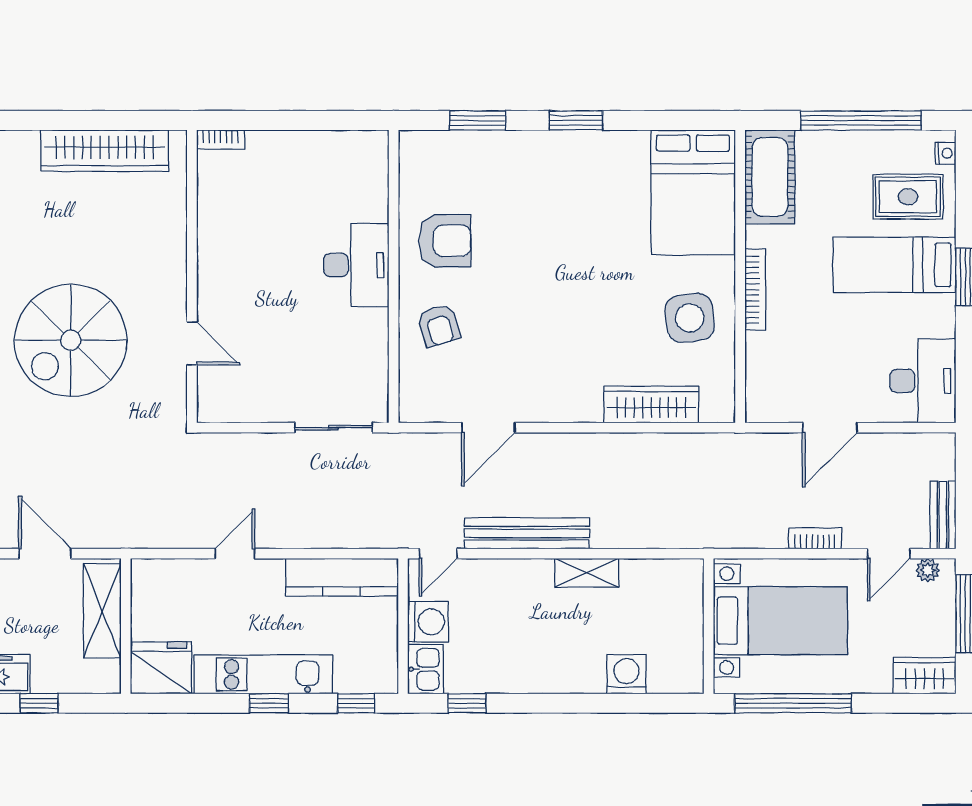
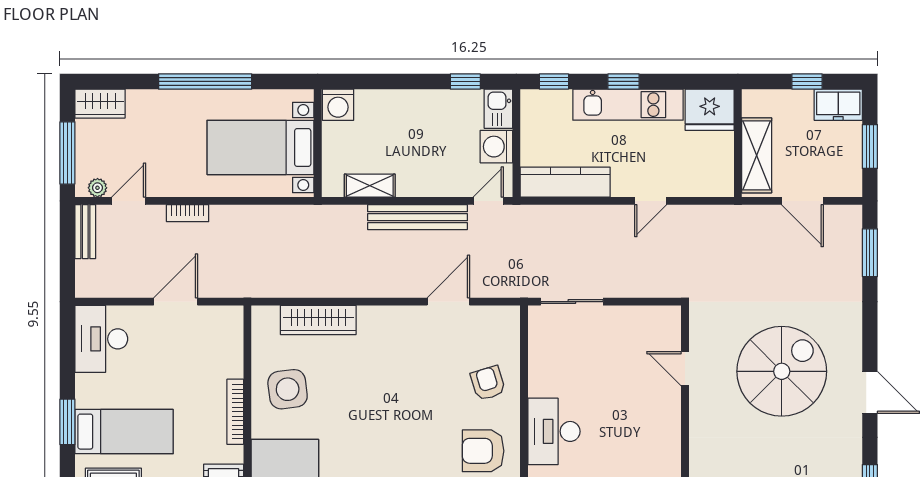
bed with nightstands: (780, 621) -> (261, 147), moved
wall: (709, 626) -> (318, 143), moved

